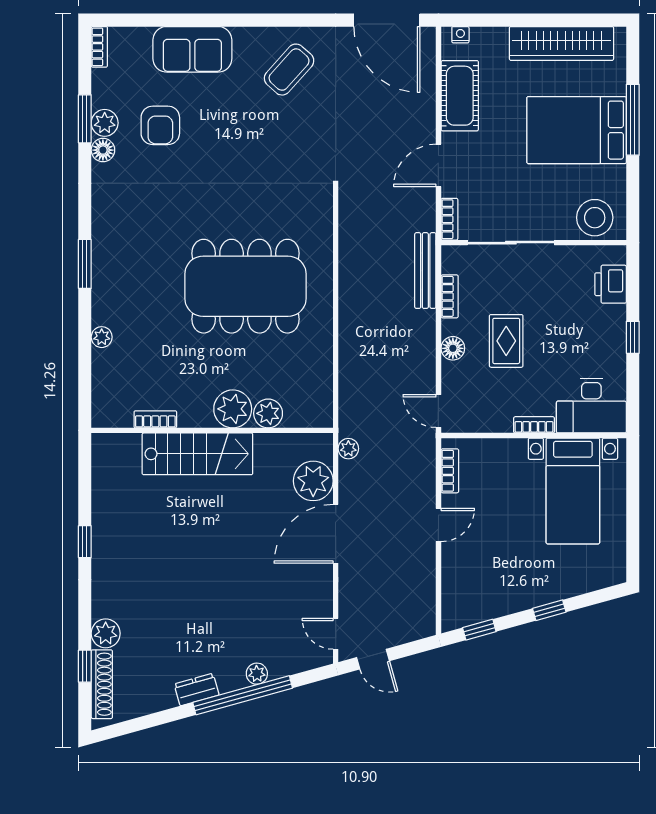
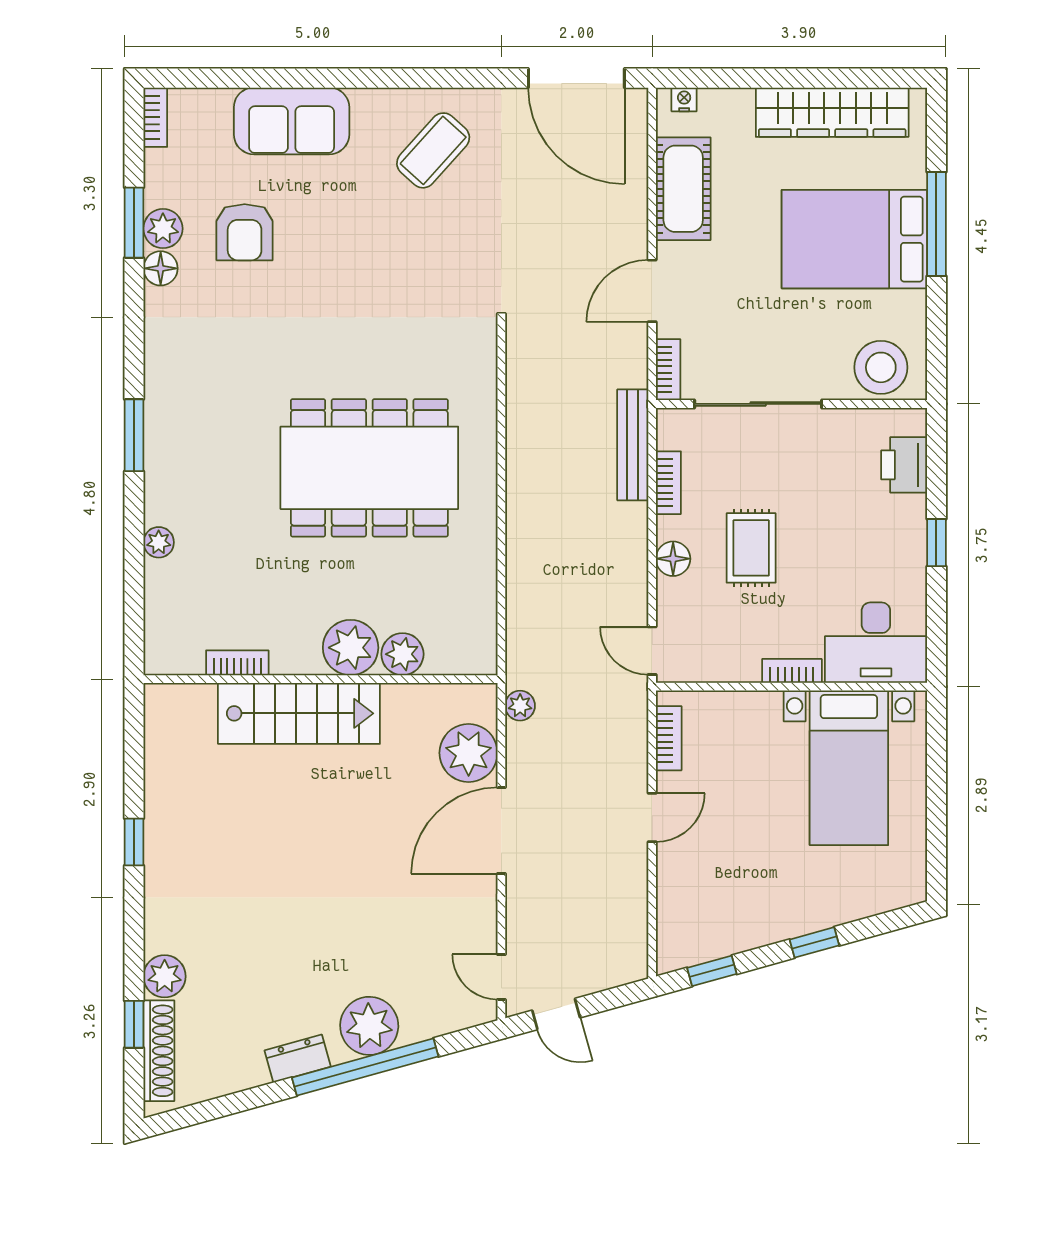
plant: (257, 674) -> (369, 1026), width x1.88, depth x1.88

